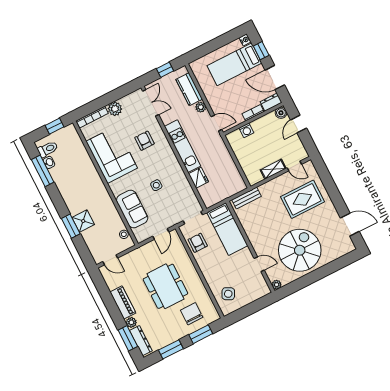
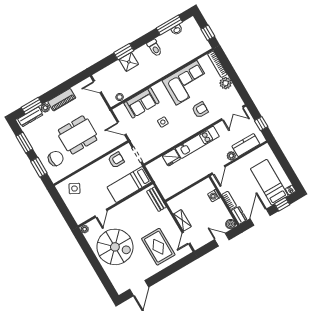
toilet: (48, 149) -> (155, 48), moved
door: (110, 260) -> (97, 87), hinge flipped

